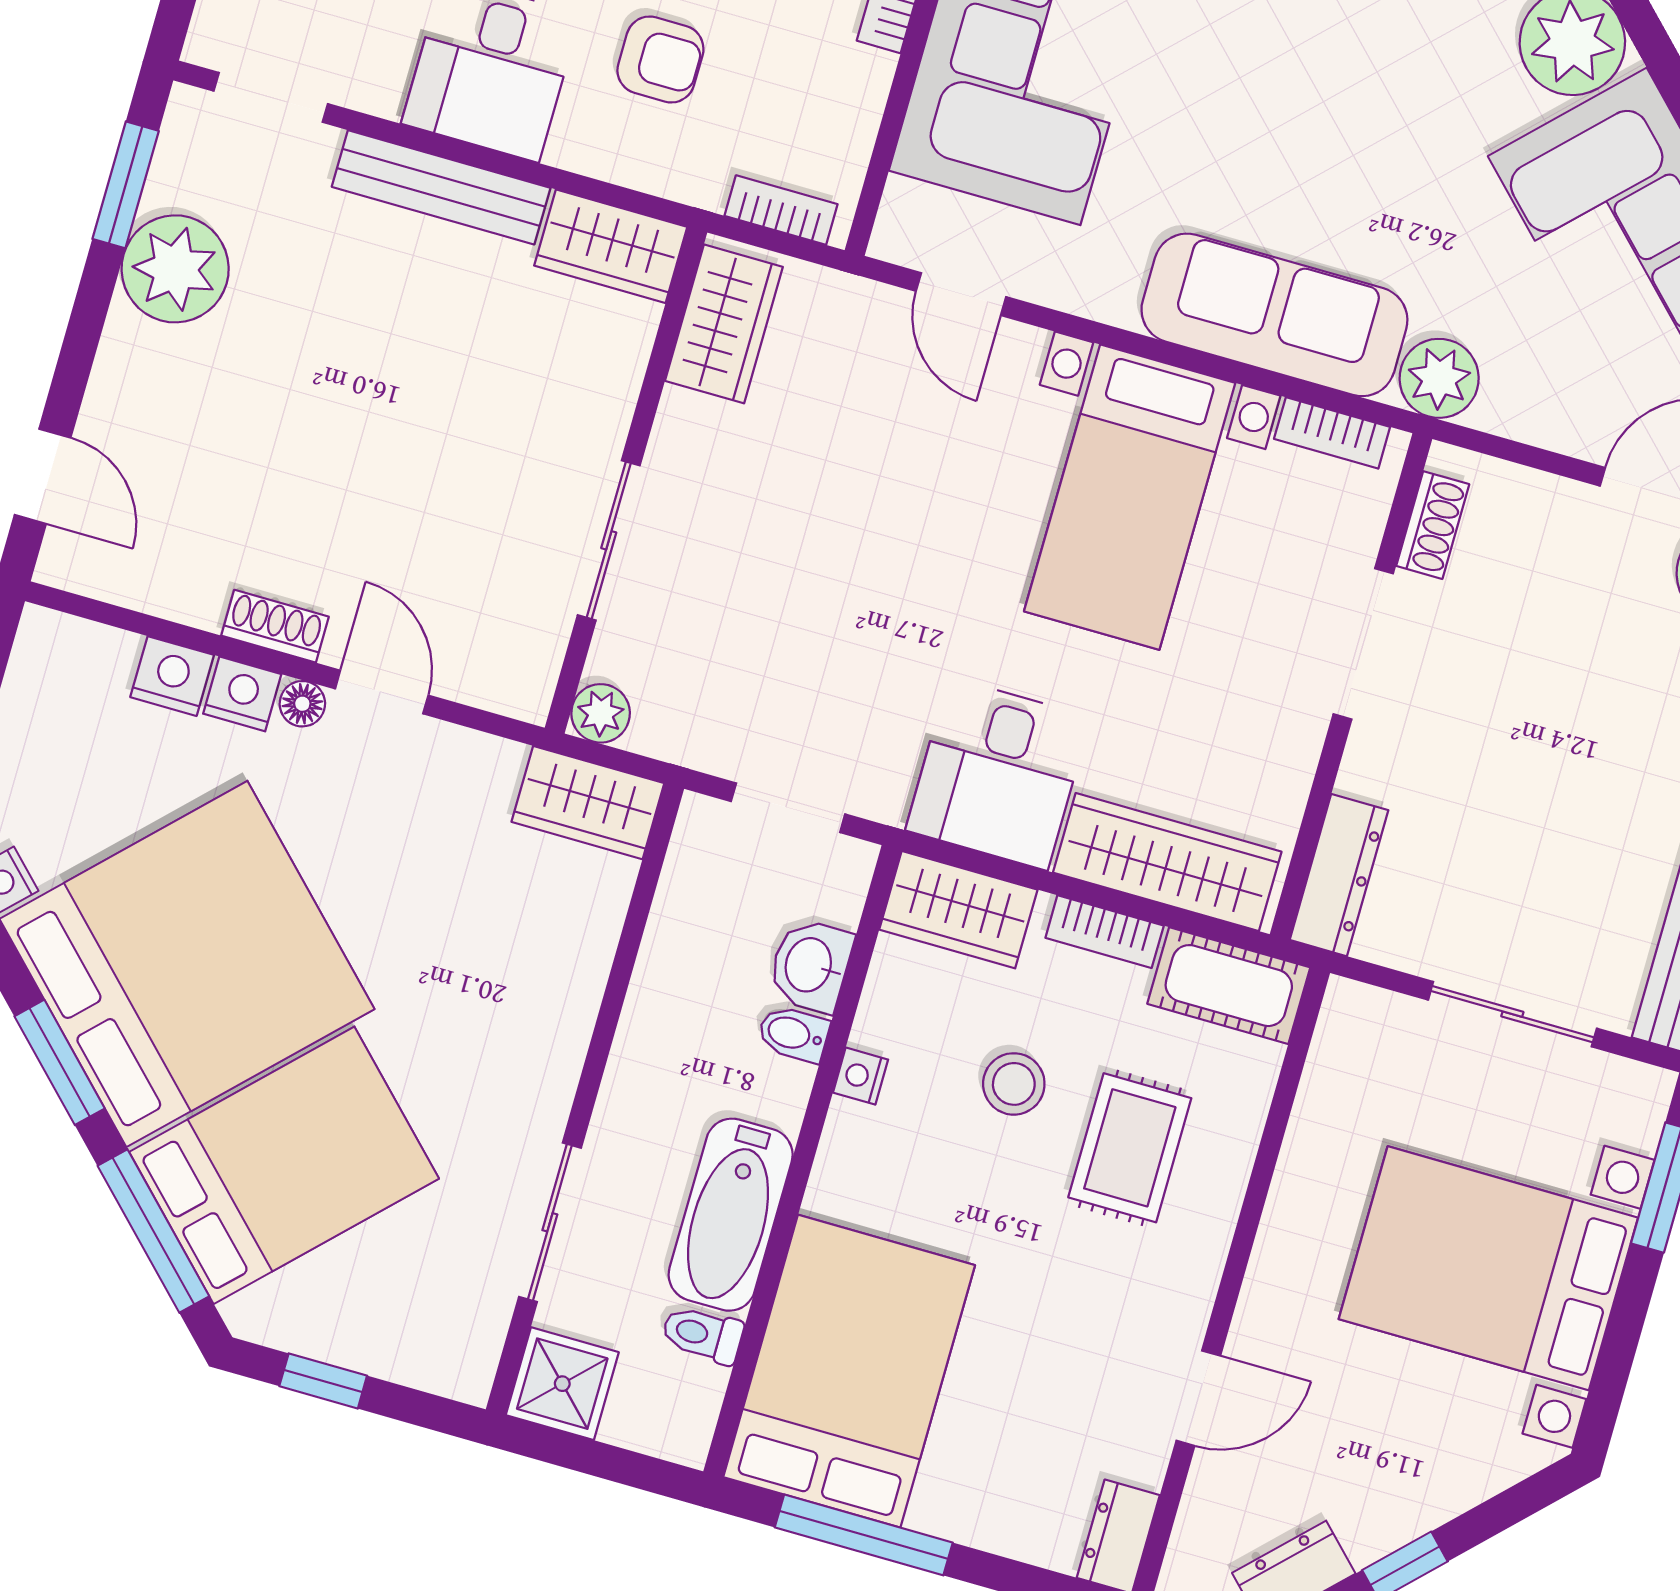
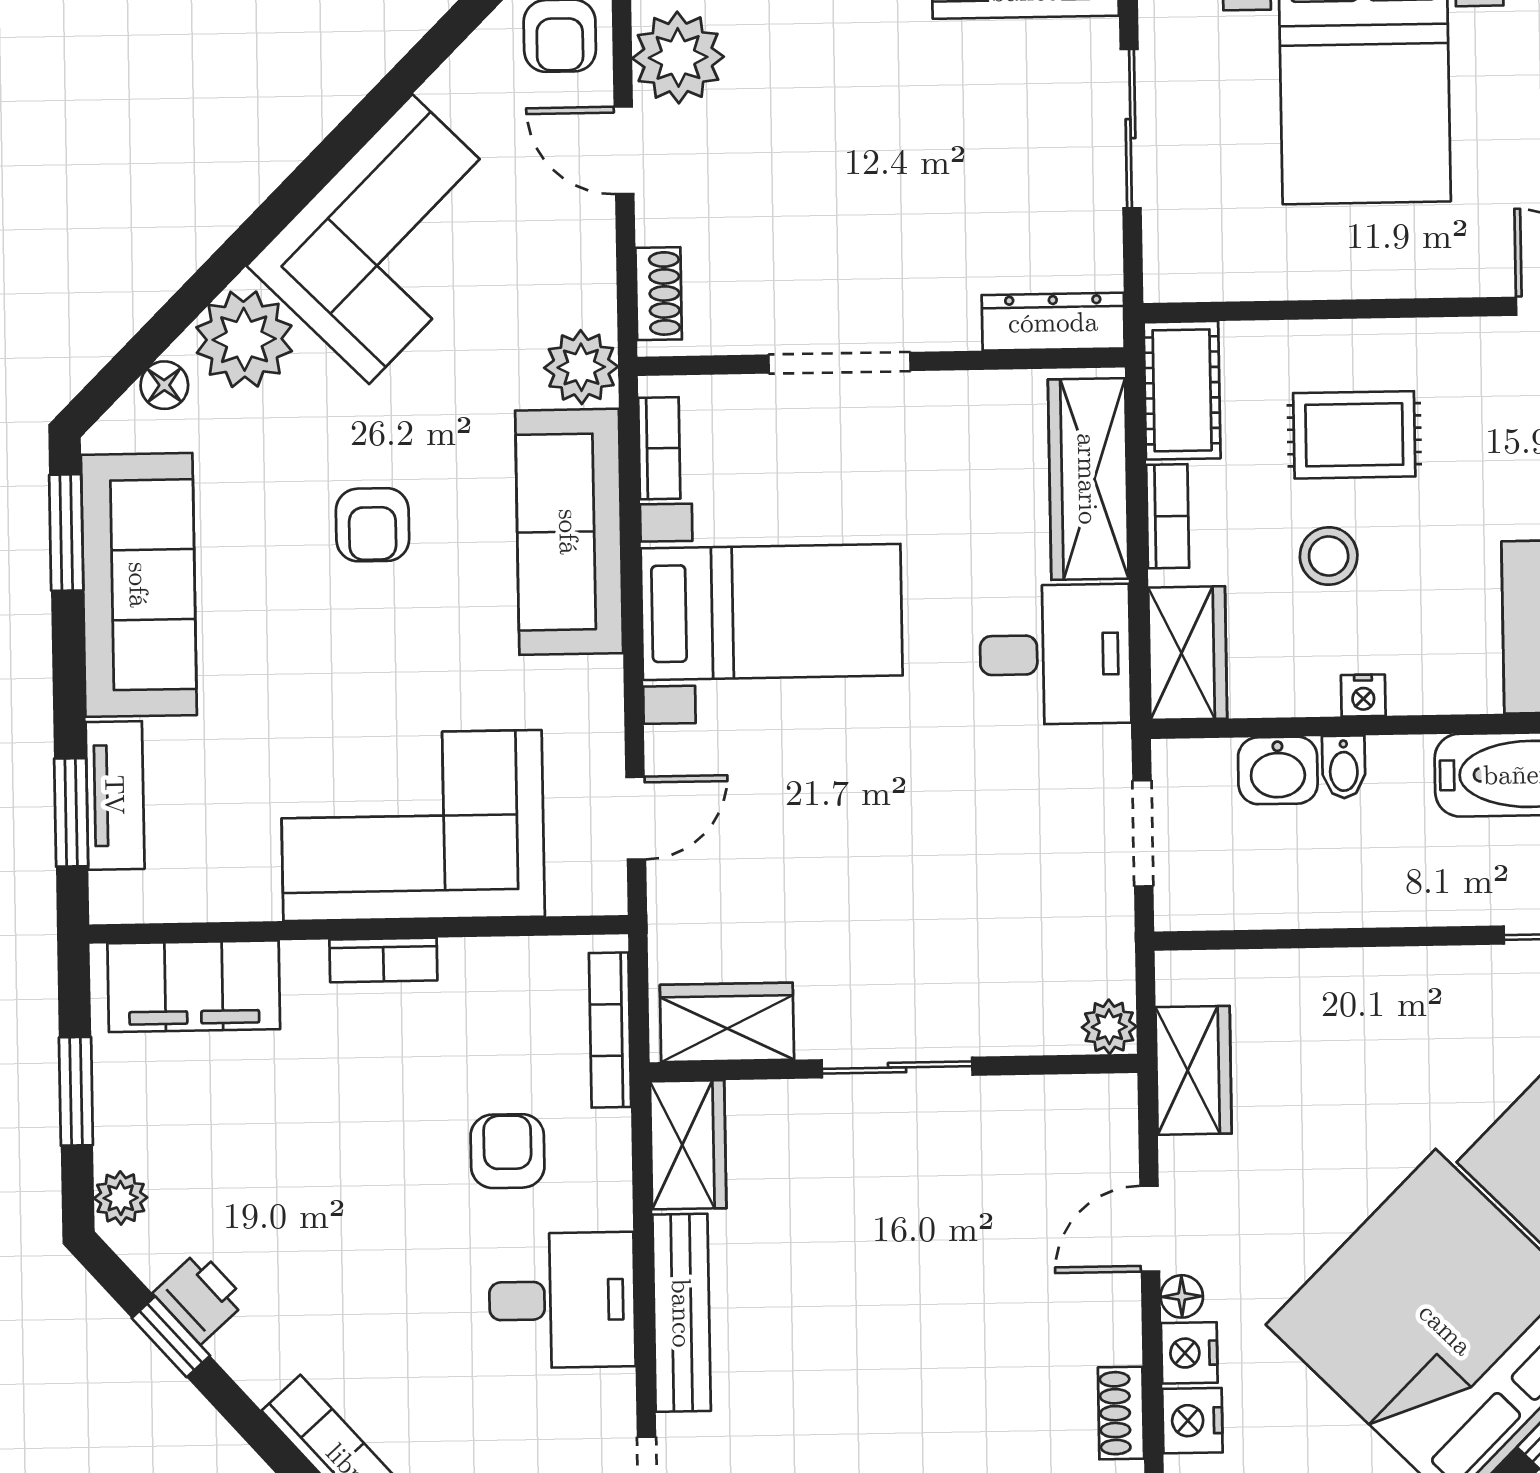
armchair: (1343, 116) -> (372, 525), added
bookcase: (781, 210) -> (610, 1030), width x1.56
shoe rack: (1433, 525) -> (659, 294), moved, turned 90
sliding door: (609, 540) -> (897, 1068), moved
shoe rack: (275, 626) -> (1121, 1413), moved
wardrobe: (588, 803) -> (1194, 1070), moved

